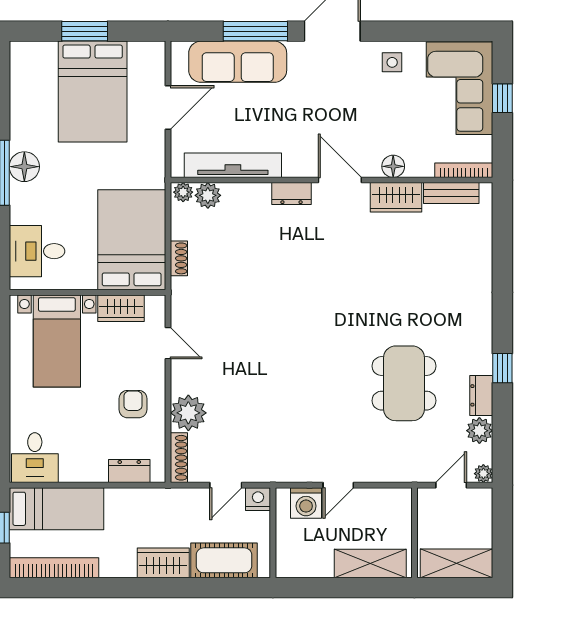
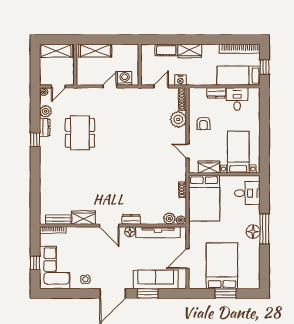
window: (255, 31) -> (148, 293), width x0.69
floor lamp: (393, 166) -> (130, 232), moved
desk: (35, 458) -> (237, 99), moved
dresser: (129, 471) -> (216, 93), moved
nightstand: (258, 499) -> (180, 80), moved
cot: (224, 560) -> (166, 50), width x0.73, depth x0.75

